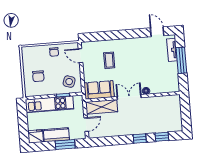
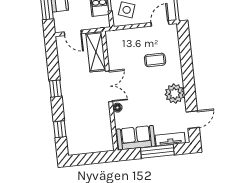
plant: (136, 45) -> (175, 94), added
sofa: (99, 90) -> (136, 138), moved, turned -90
window: (140, 139) -> (55, 89), moved

